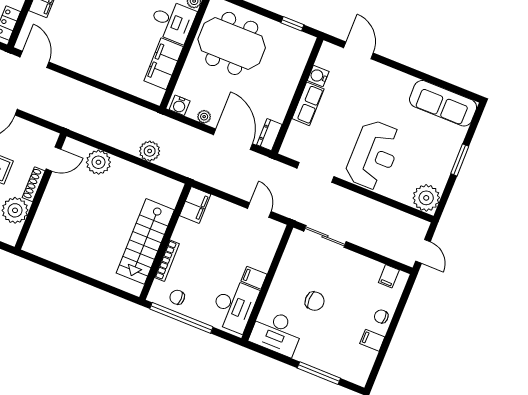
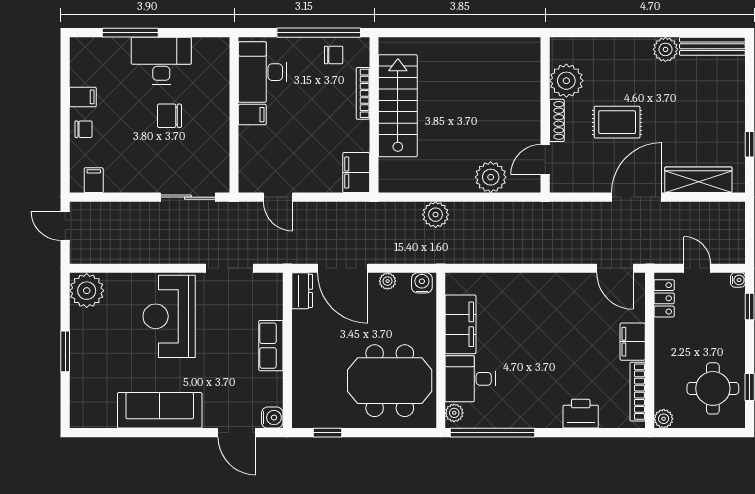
water cooler: (318, 76) -> (272, 418), moved
sofa: (443, 103) -> (160, 410), moved
desk: (276, 332) -> (161, 61), moved

